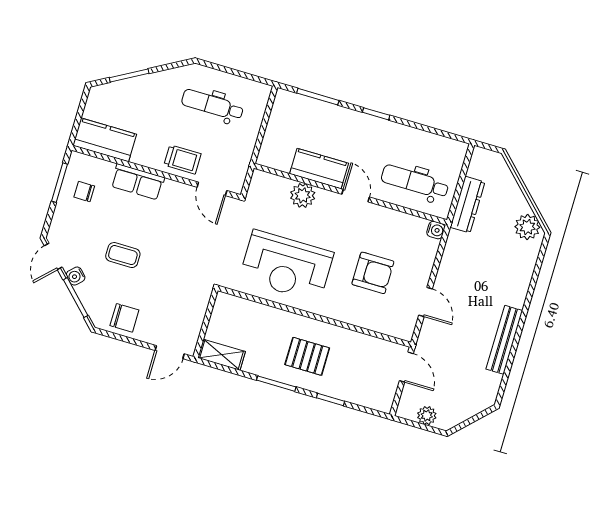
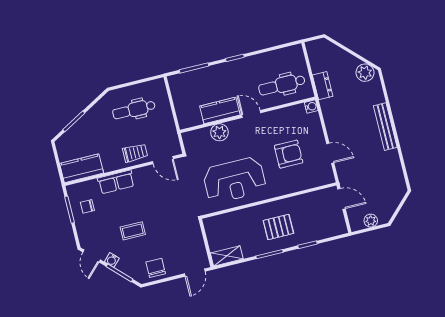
dresser: (467, 205) -> (323, 86), width x0.70
chair: (124, 318) -> (156, 268), turned -90
bench: (504, 340) -> (385, 127), moved

